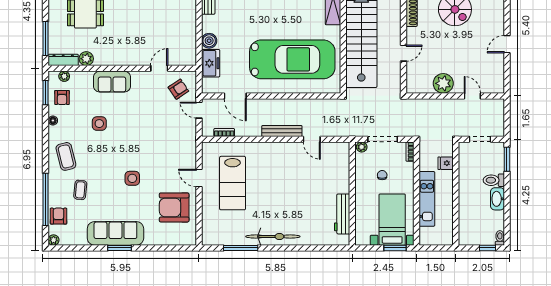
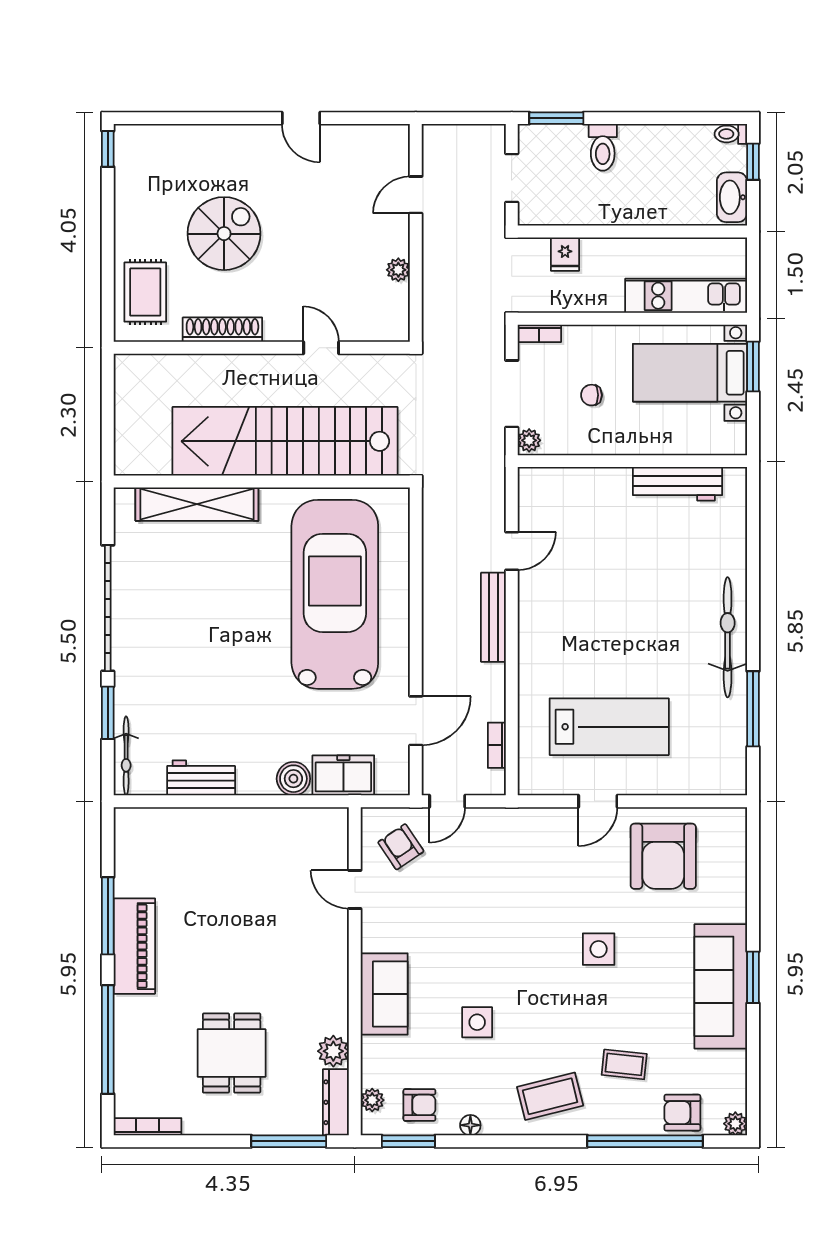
plant: (443, 83) -> (398, 270), width x0.53, depth x0.53
kitchen unit: (427, 199) -> (686, 296), moved
washbasin: (498, 199) -> (732, 197), moved, turned 90

